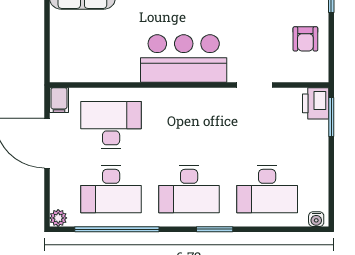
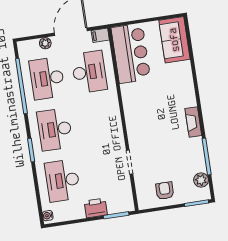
armchair: (305, 39) -> (165, 191), turned 90
bar counter: (184, 58) -> (131, 53), moved
printer: (316, 103) -> (96, 208), moved
plant: (58, 218) -> (45, 43), moved

